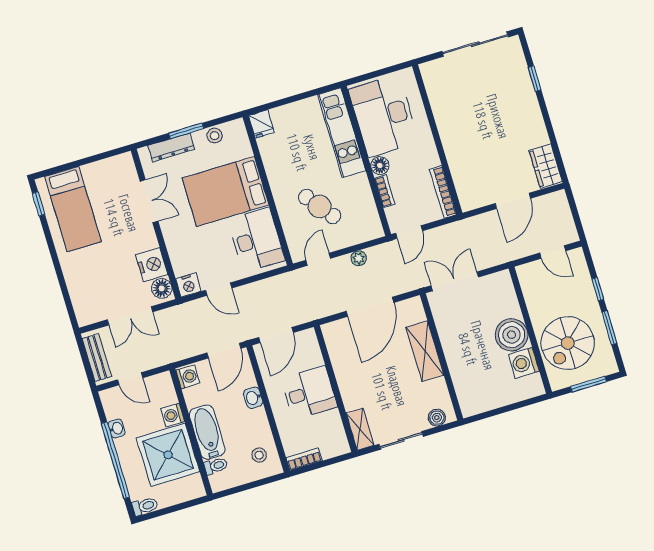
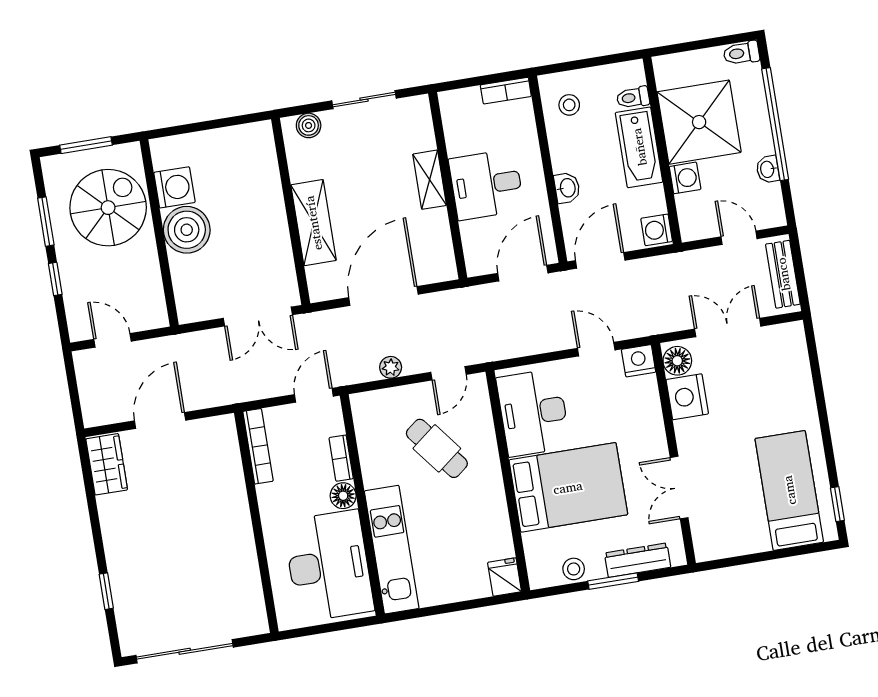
shelving: (360, 429) -> (430, 180), moved

